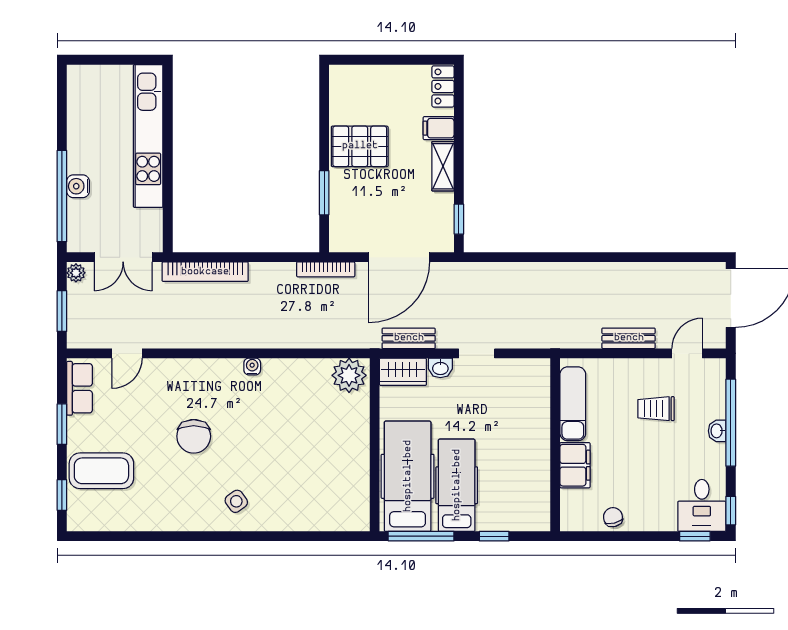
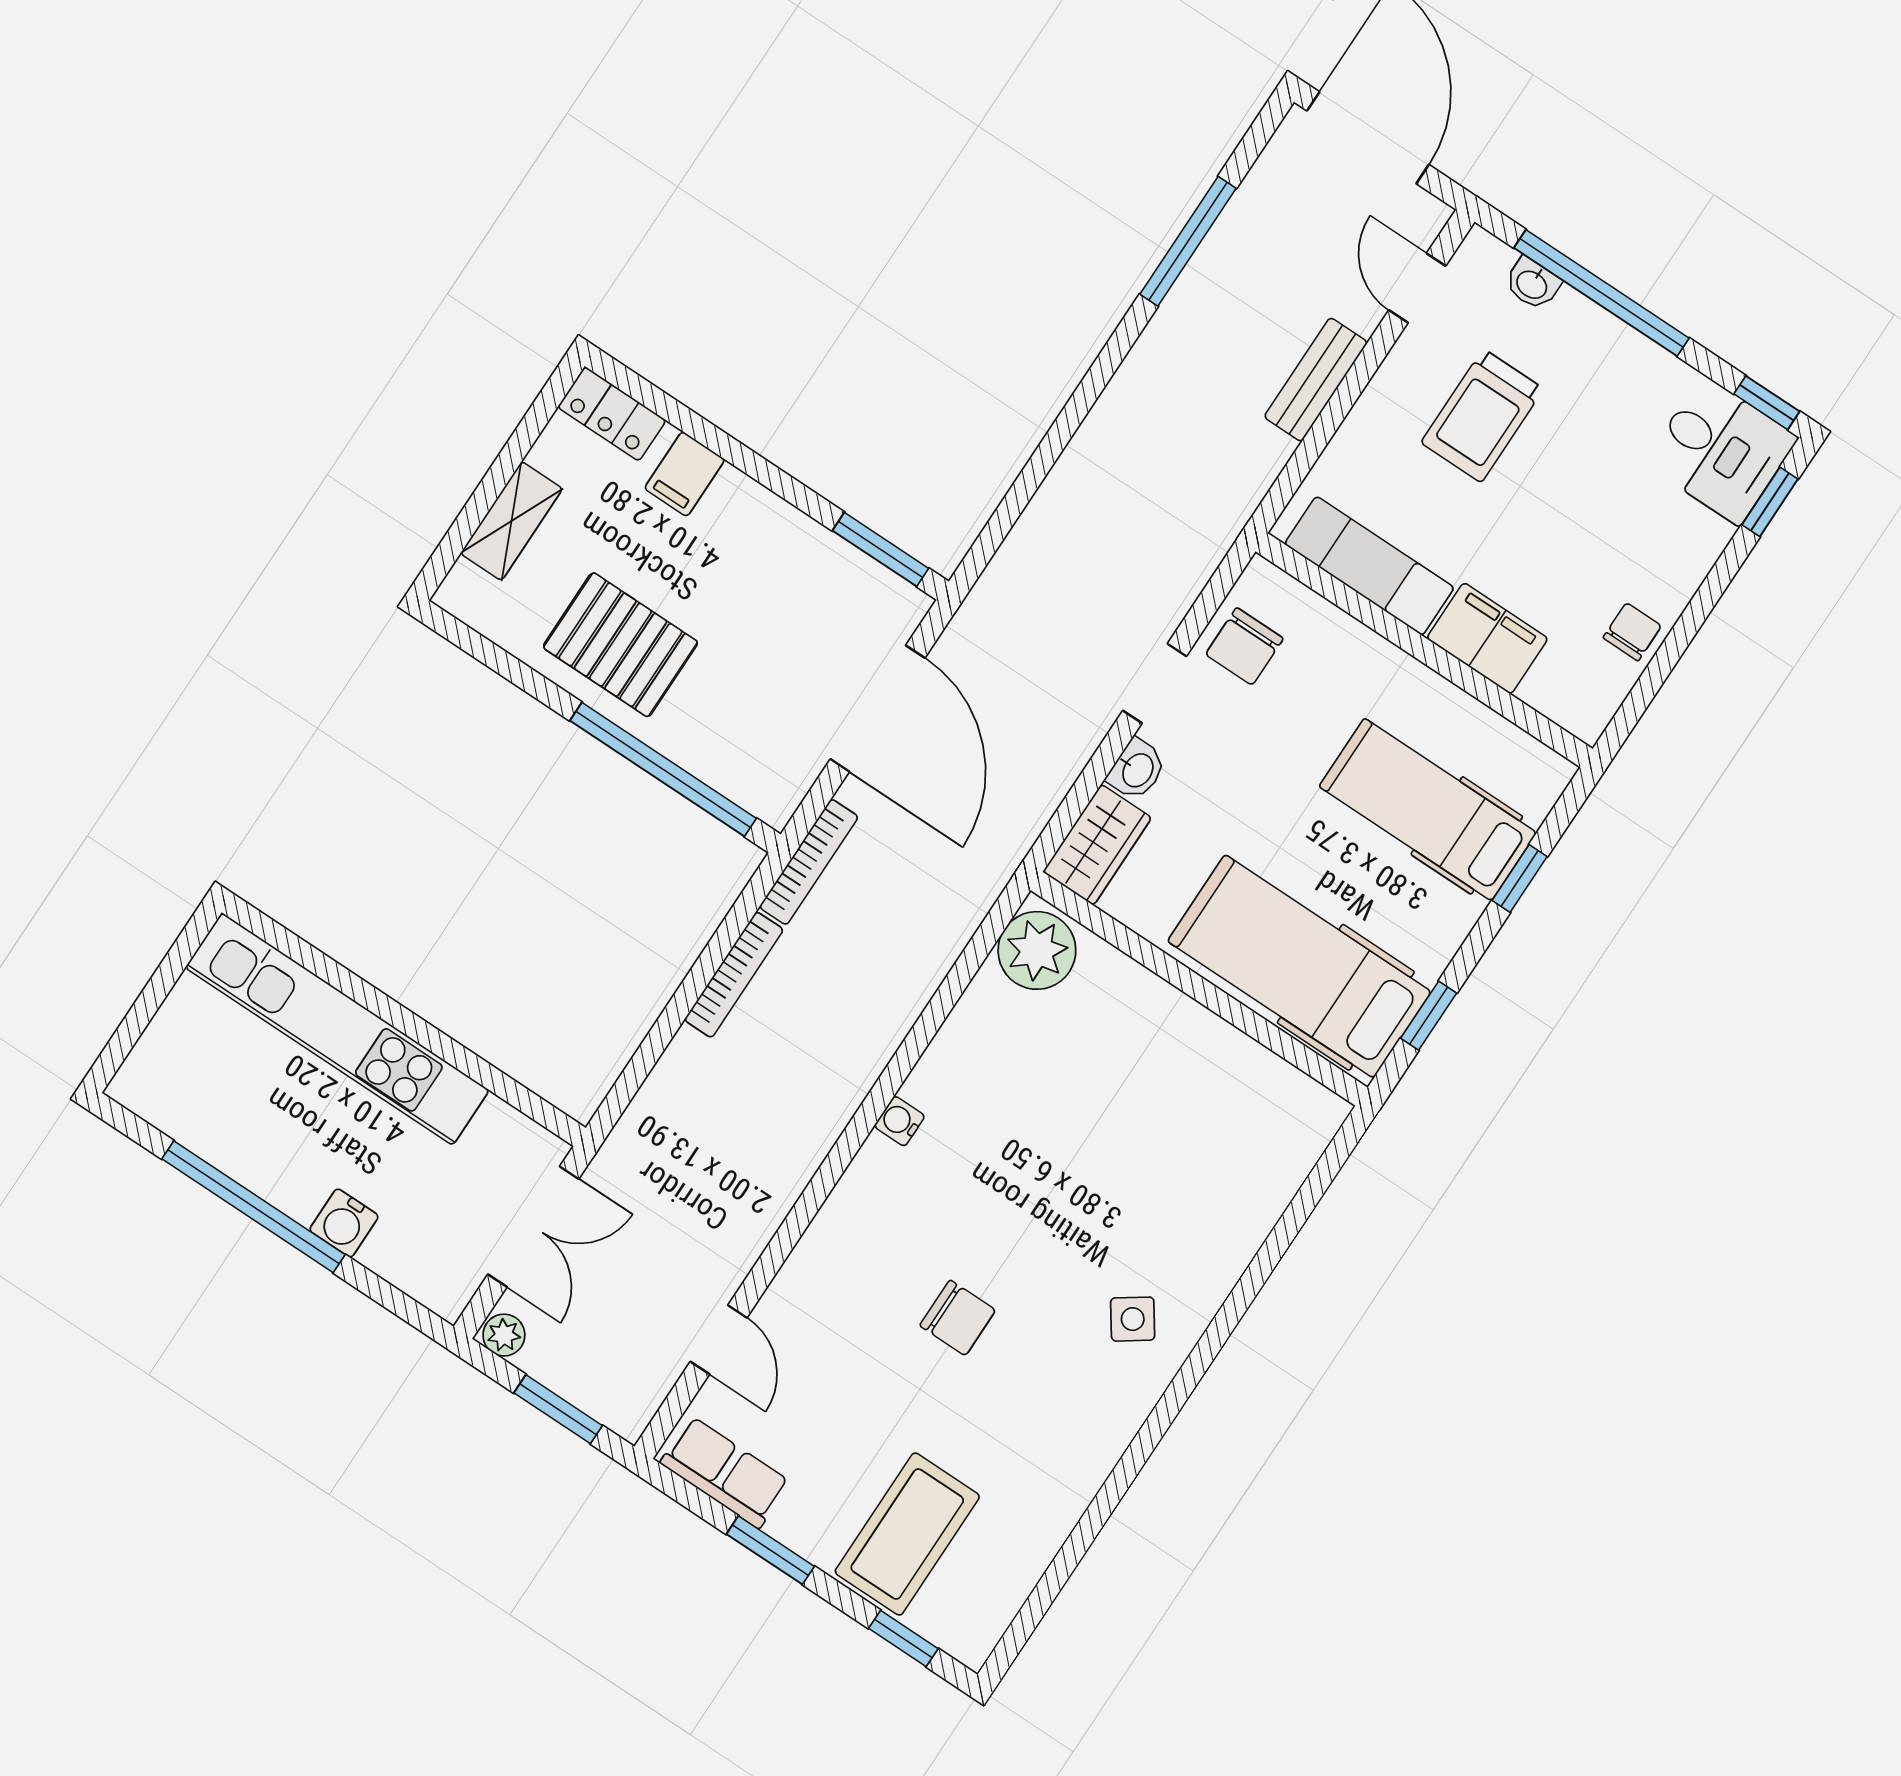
pallet: (360, 146) -> (620, 645), turned 90
shelving: (443, 166) -> (511, 521), moved, turned 90
window: (324, 193) -> (663, 769), width x2.11
window: (62, 196) -> (253, 1207), moved
window: (459, 219) -> (881, 549), width x1.50
window: (648, 257) -> (1188, 241), added
bookcase: (205, 272) -> (734, 975), moved, width x0.68, depth x0.76
bench: (409, 338) -> (1042, 792), removed
chair: (512, 377) -> (1244, 646), added
trolley: (656, 409) -> (1482, 416), width x1.36, depth x1.39
washbasin: (717, 431) -> (1532, 284), moved
chair: (194, 436) -> (958, 1318), width x0.73, depth x0.73
hospital bed: (457, 485) -> (1428, 810), moved
chair: (613, 517) -> (1632, 632), turned 104
window: (421, 536) -> (1429, 1016), width x0.46

